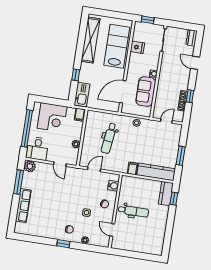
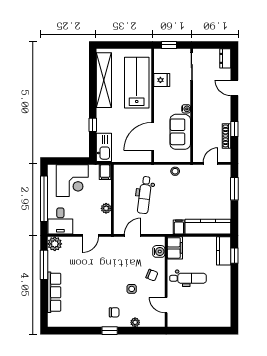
window: (181, 156) -> (234, 189), moved
door: (60, 164) -> (90, 235), hinge flipped
filing cabinet: (127, 185) -> (175, 248), added

